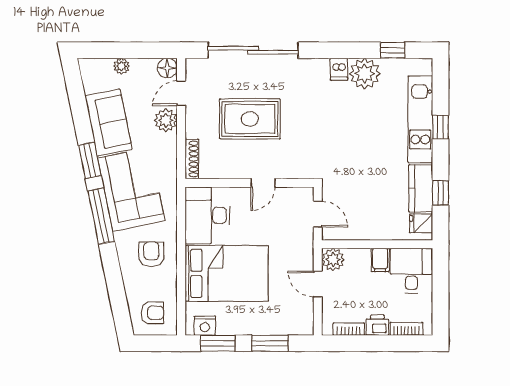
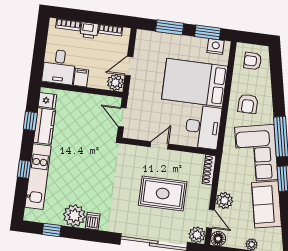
plant: (196, 69) -> (197, 235), added
door: (181, 93) -> (210, 219), hinge flipped
door: (318, 284) -> (129, 66), swing flipped

